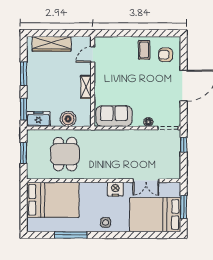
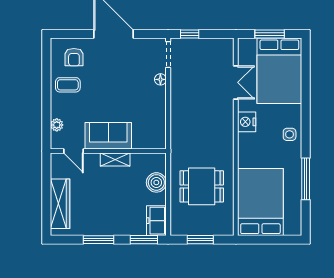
plant: (113, 41) -> (57, 125), added
sofa: (114, 116) -> (108, 136), moved, turned 90

